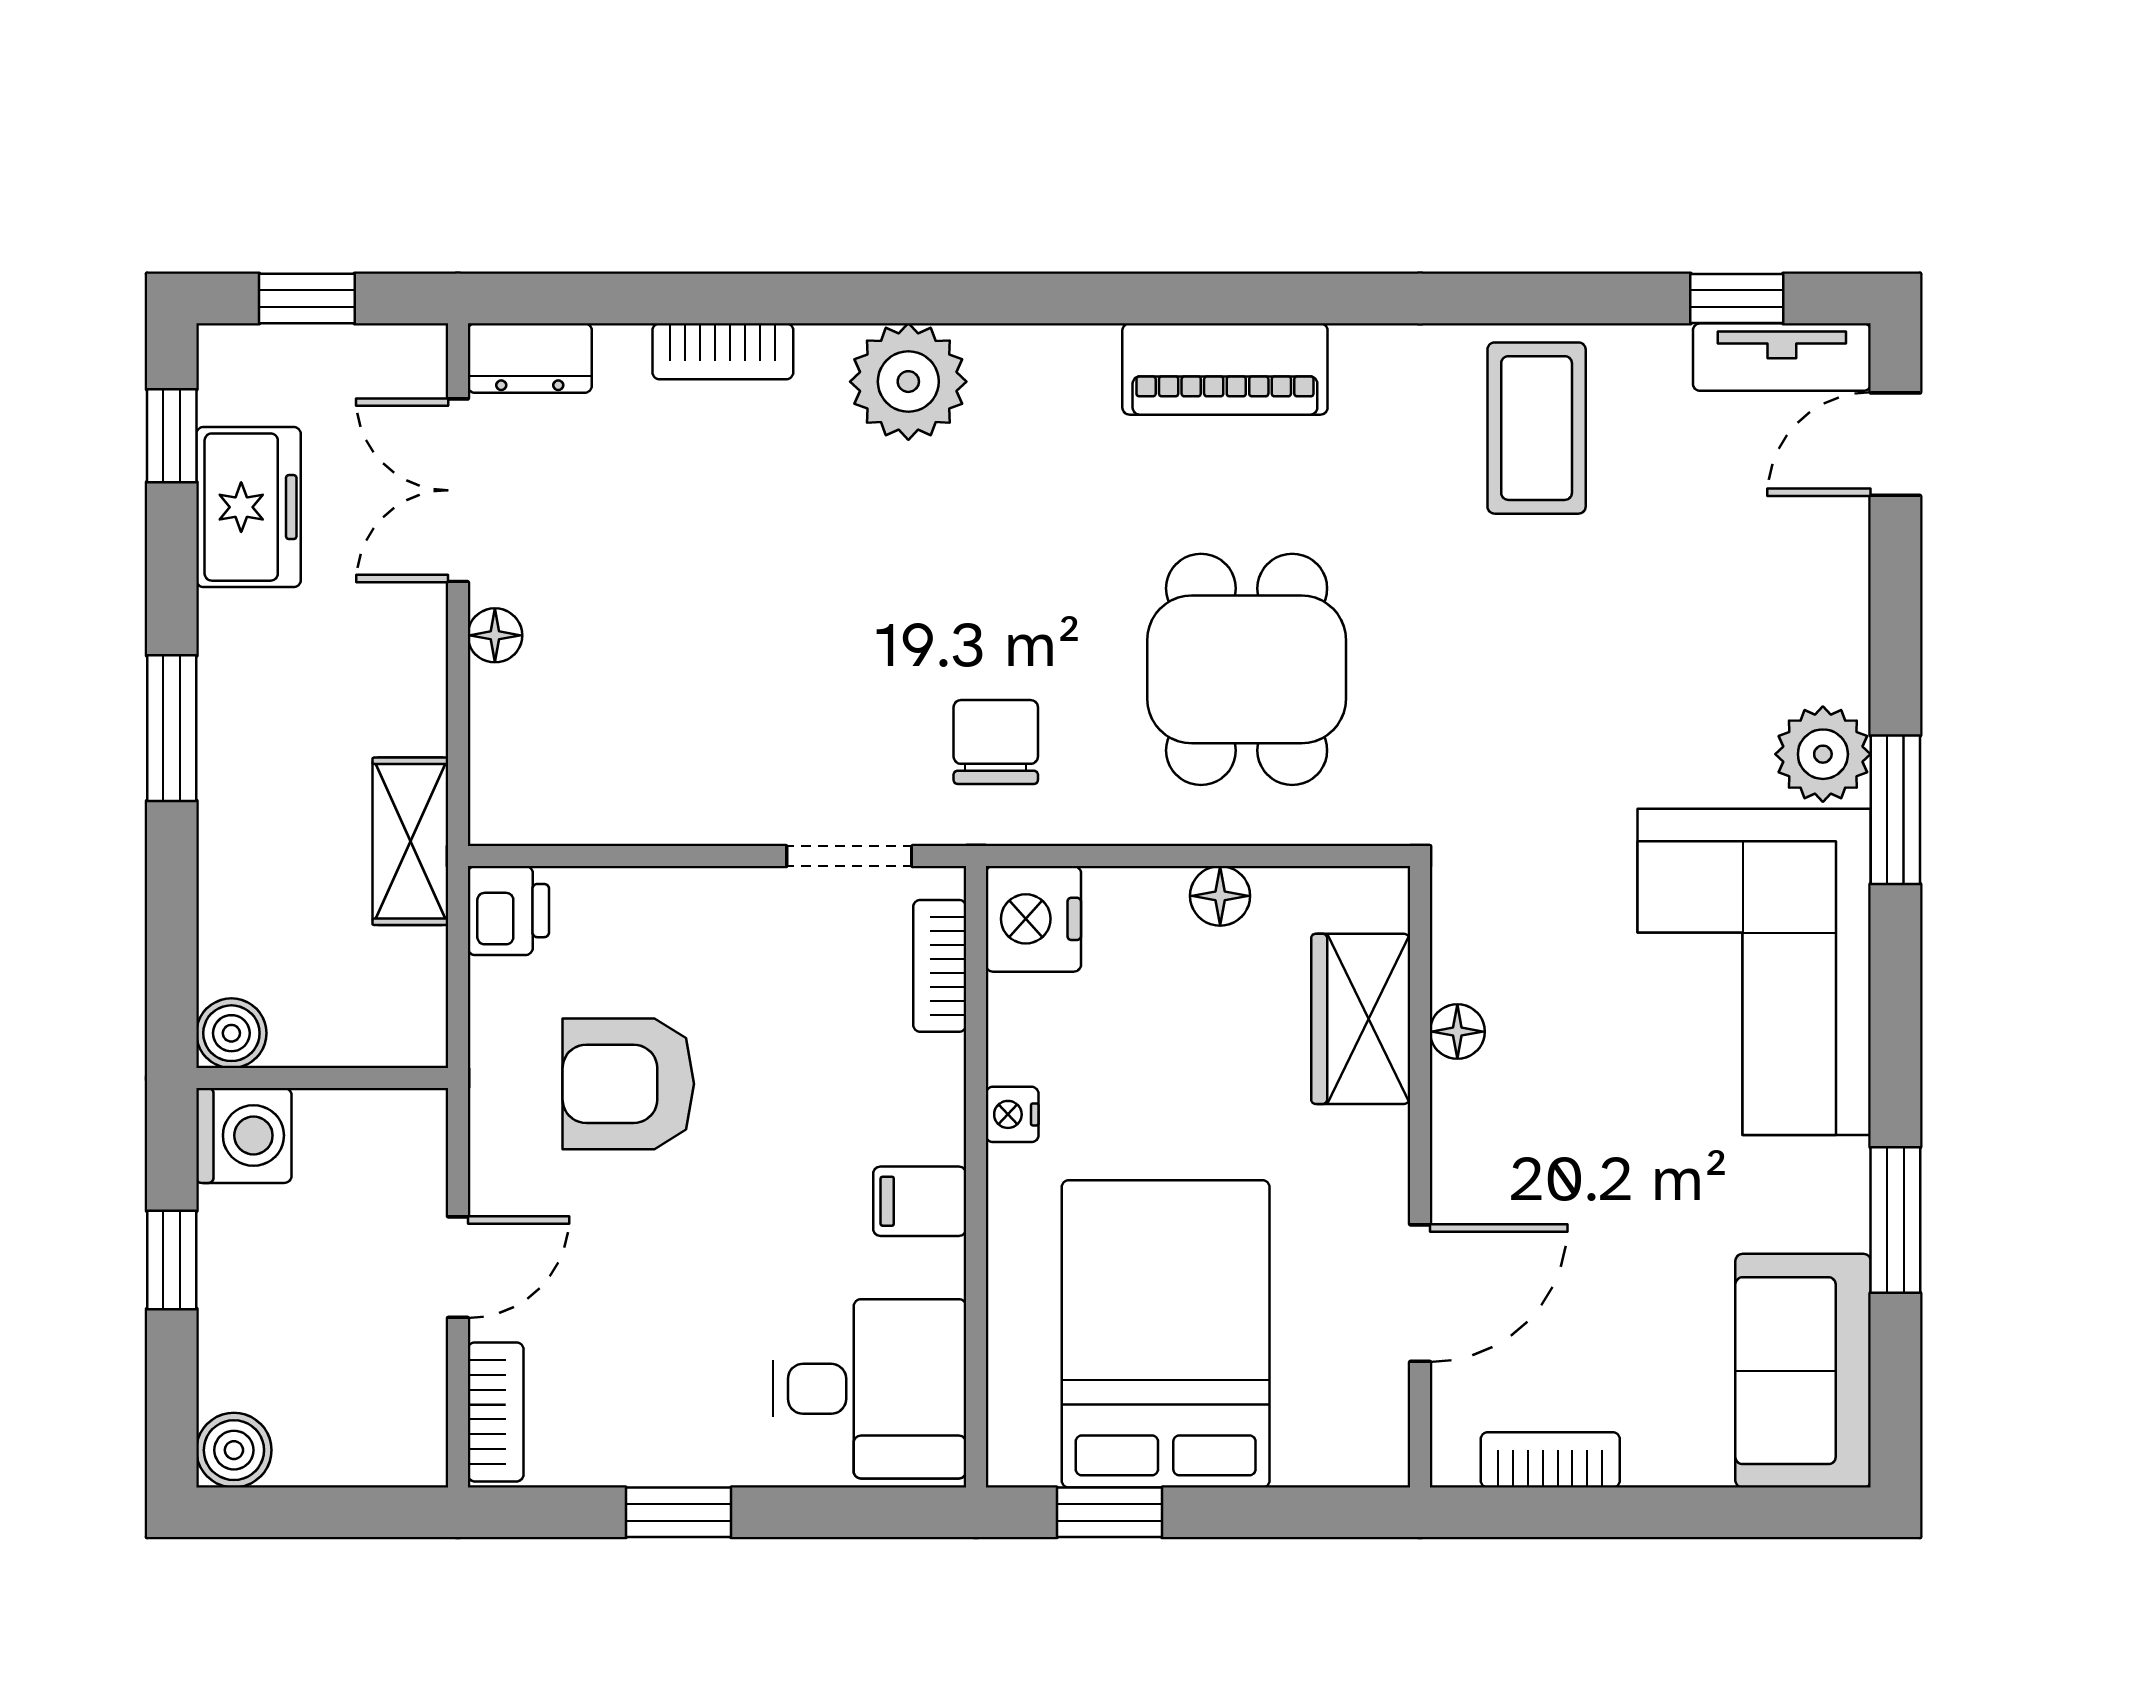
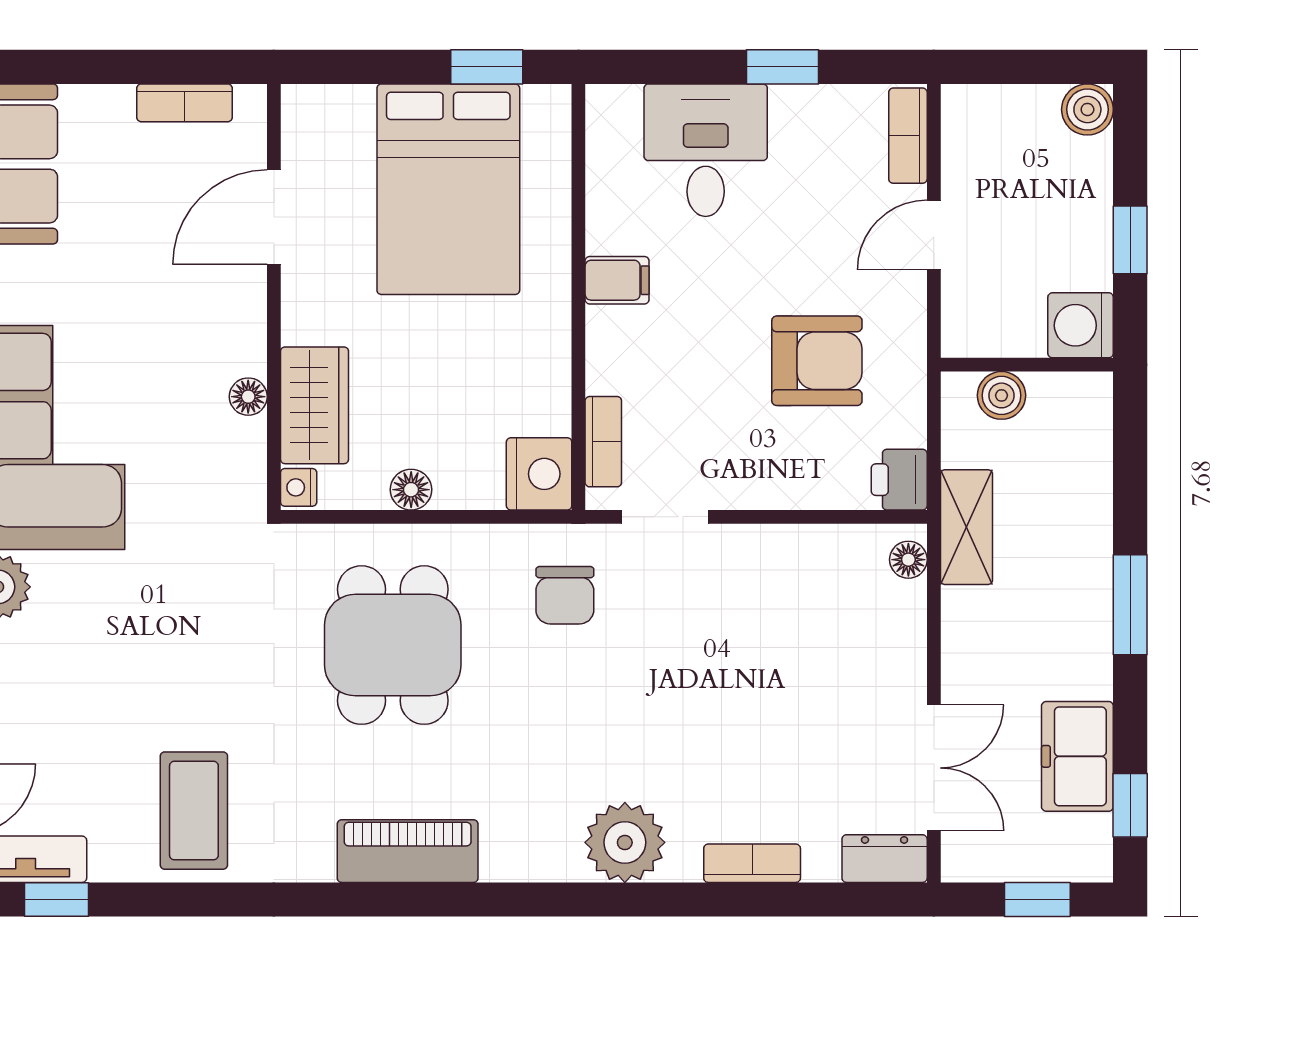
floor lamp: (495, 635) -> (908, 560), moved
boiler: (231, 1033) -> (1002, 395), moved
nightstand: (1012, 1114) -> (299, 487), moved, turned 180
desk: (869, 1389) -> (706, 150), moved, turned 90

